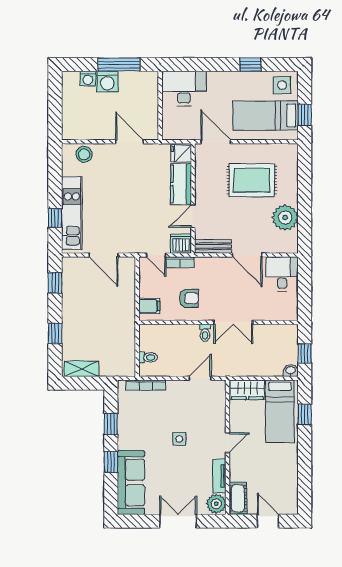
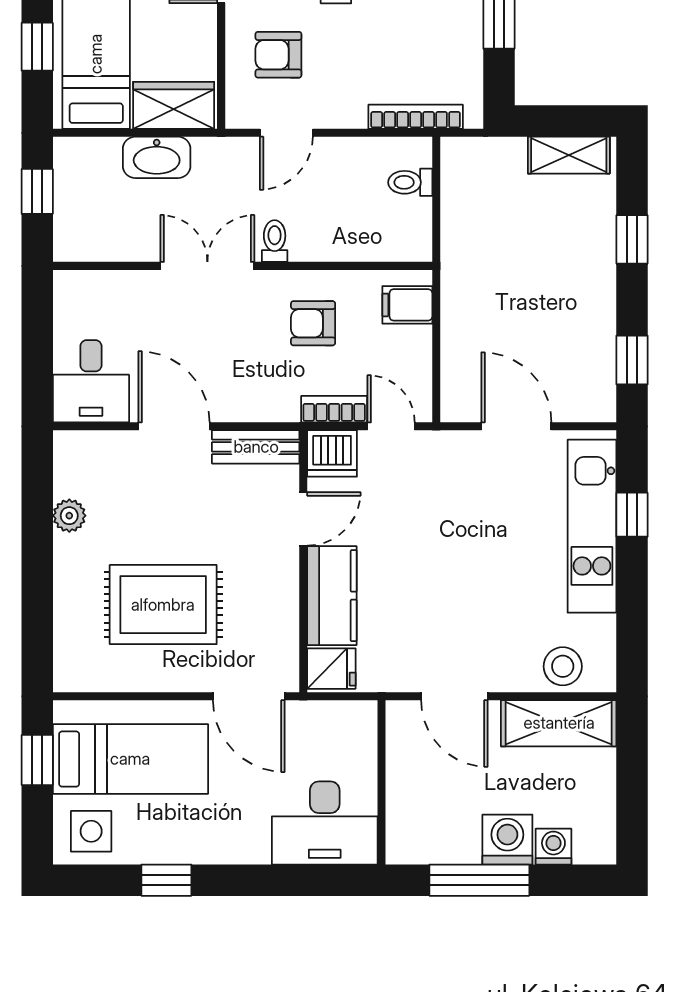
shelving: (86, 130) -> (559, 723), added
plant: (285, 218) -> (69, 516), width x0.53, depth x0.53
washbasin: (291, 371) -> (157, 157), moved, width x1.91, depth x1.45
armchair: (203, 411) -> (278, 55), added

